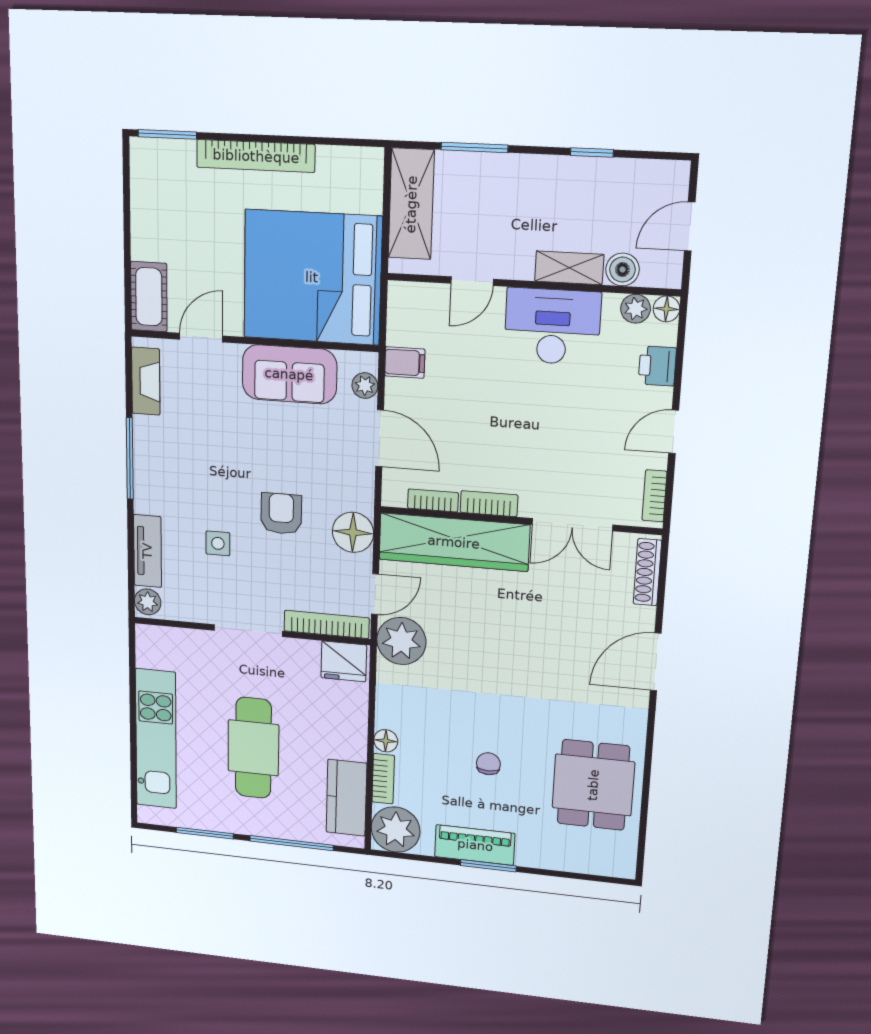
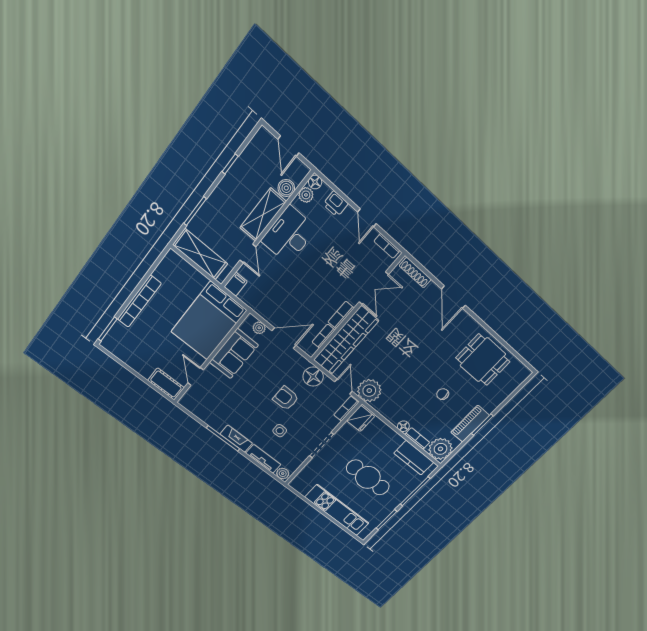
shelving: (569, 268) -> (263, 215), width x1.50, depth x1.33
bed: (312, 277) -> (209, 321), width x0.73
filing cabinet: (405, 362) -> (236, 284), moved
fireplace: (146, 381) -> (236, 439), moved
bookcase: (327, 624) -> (346, 409), width x0.64

